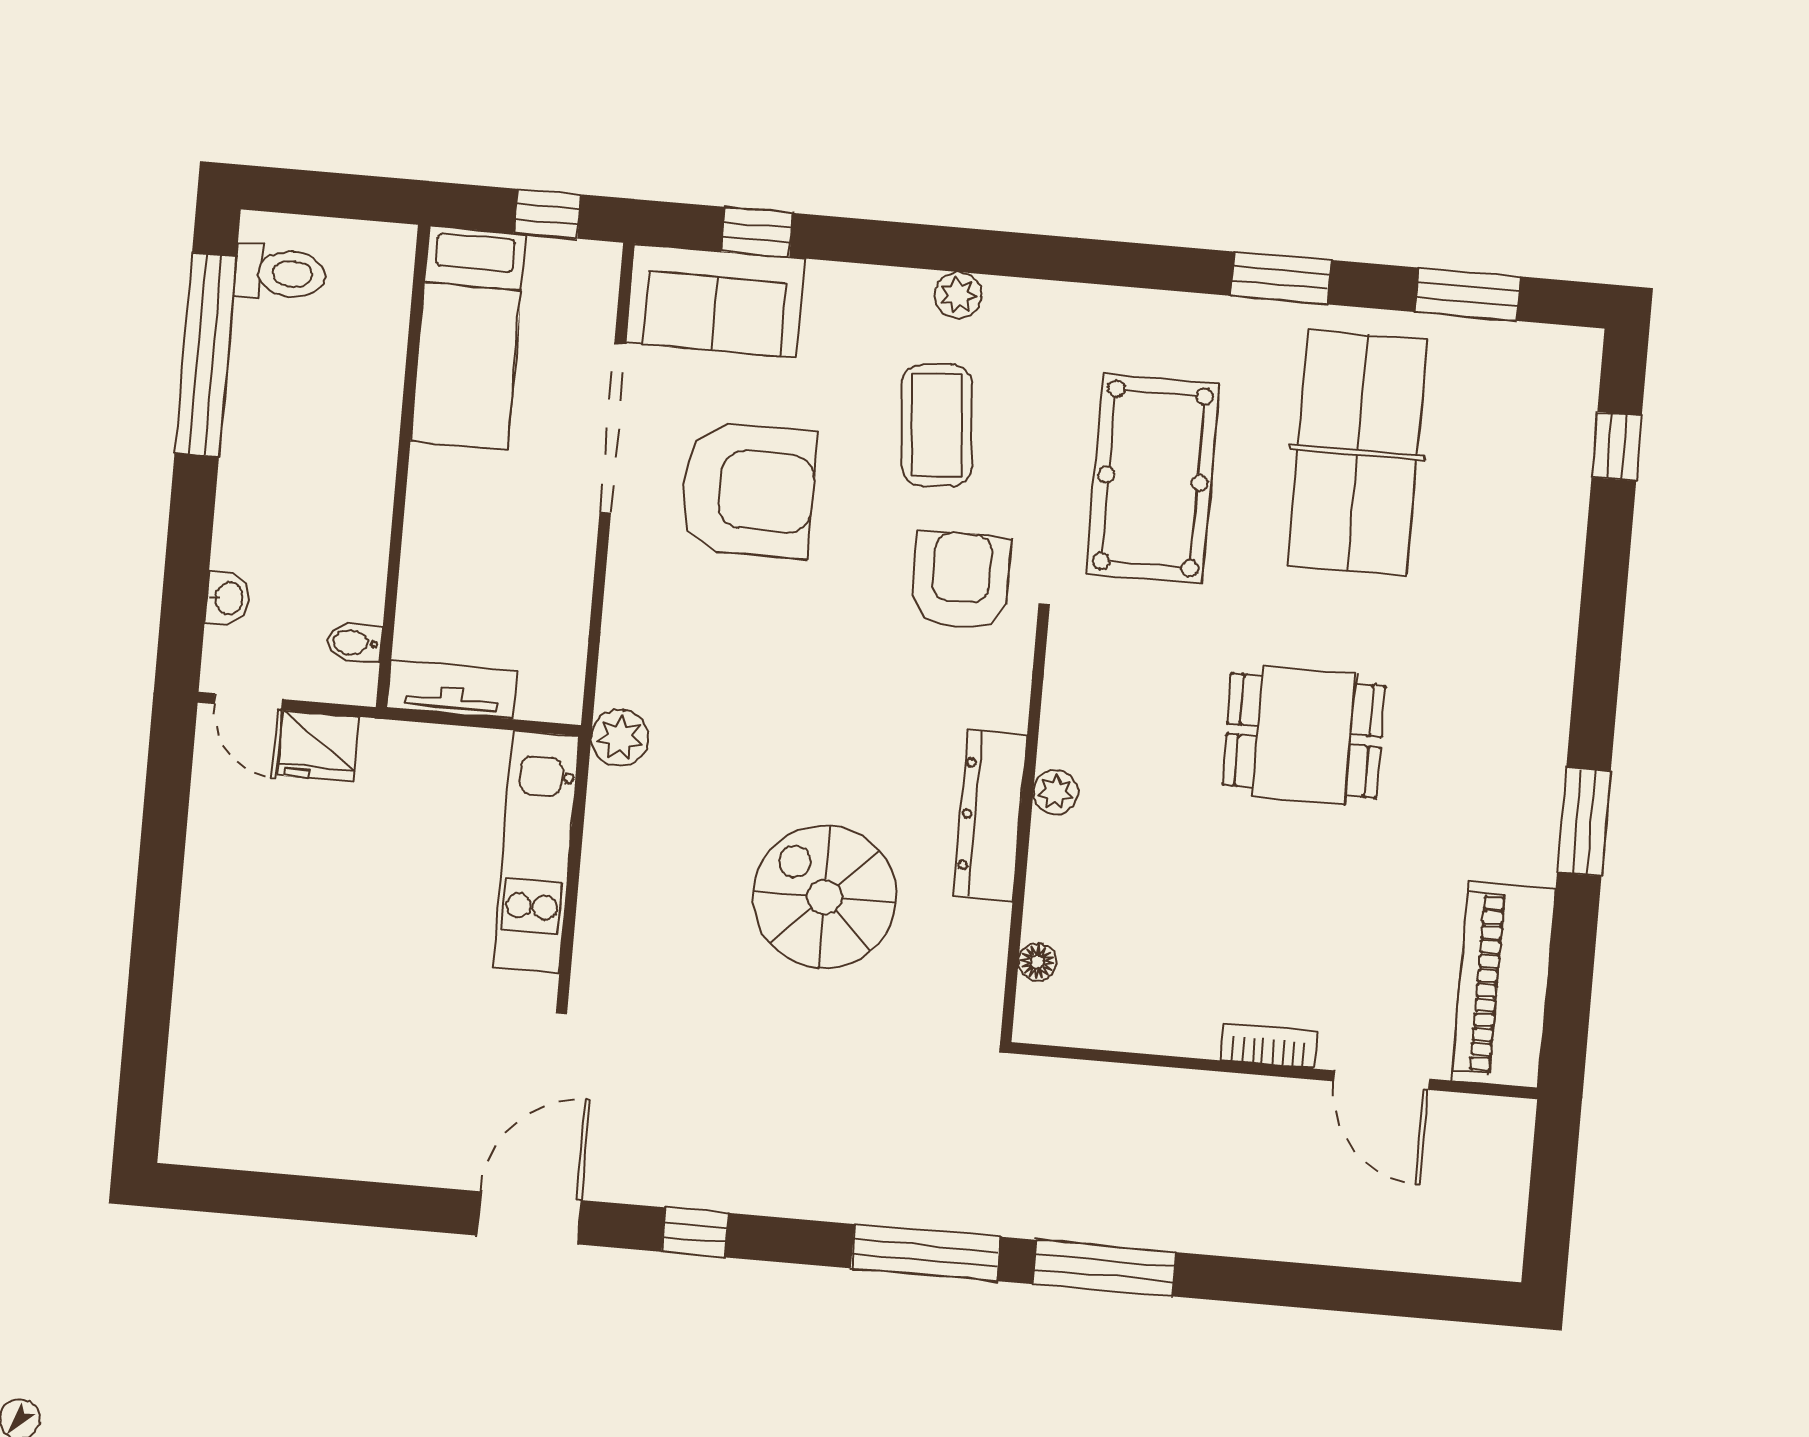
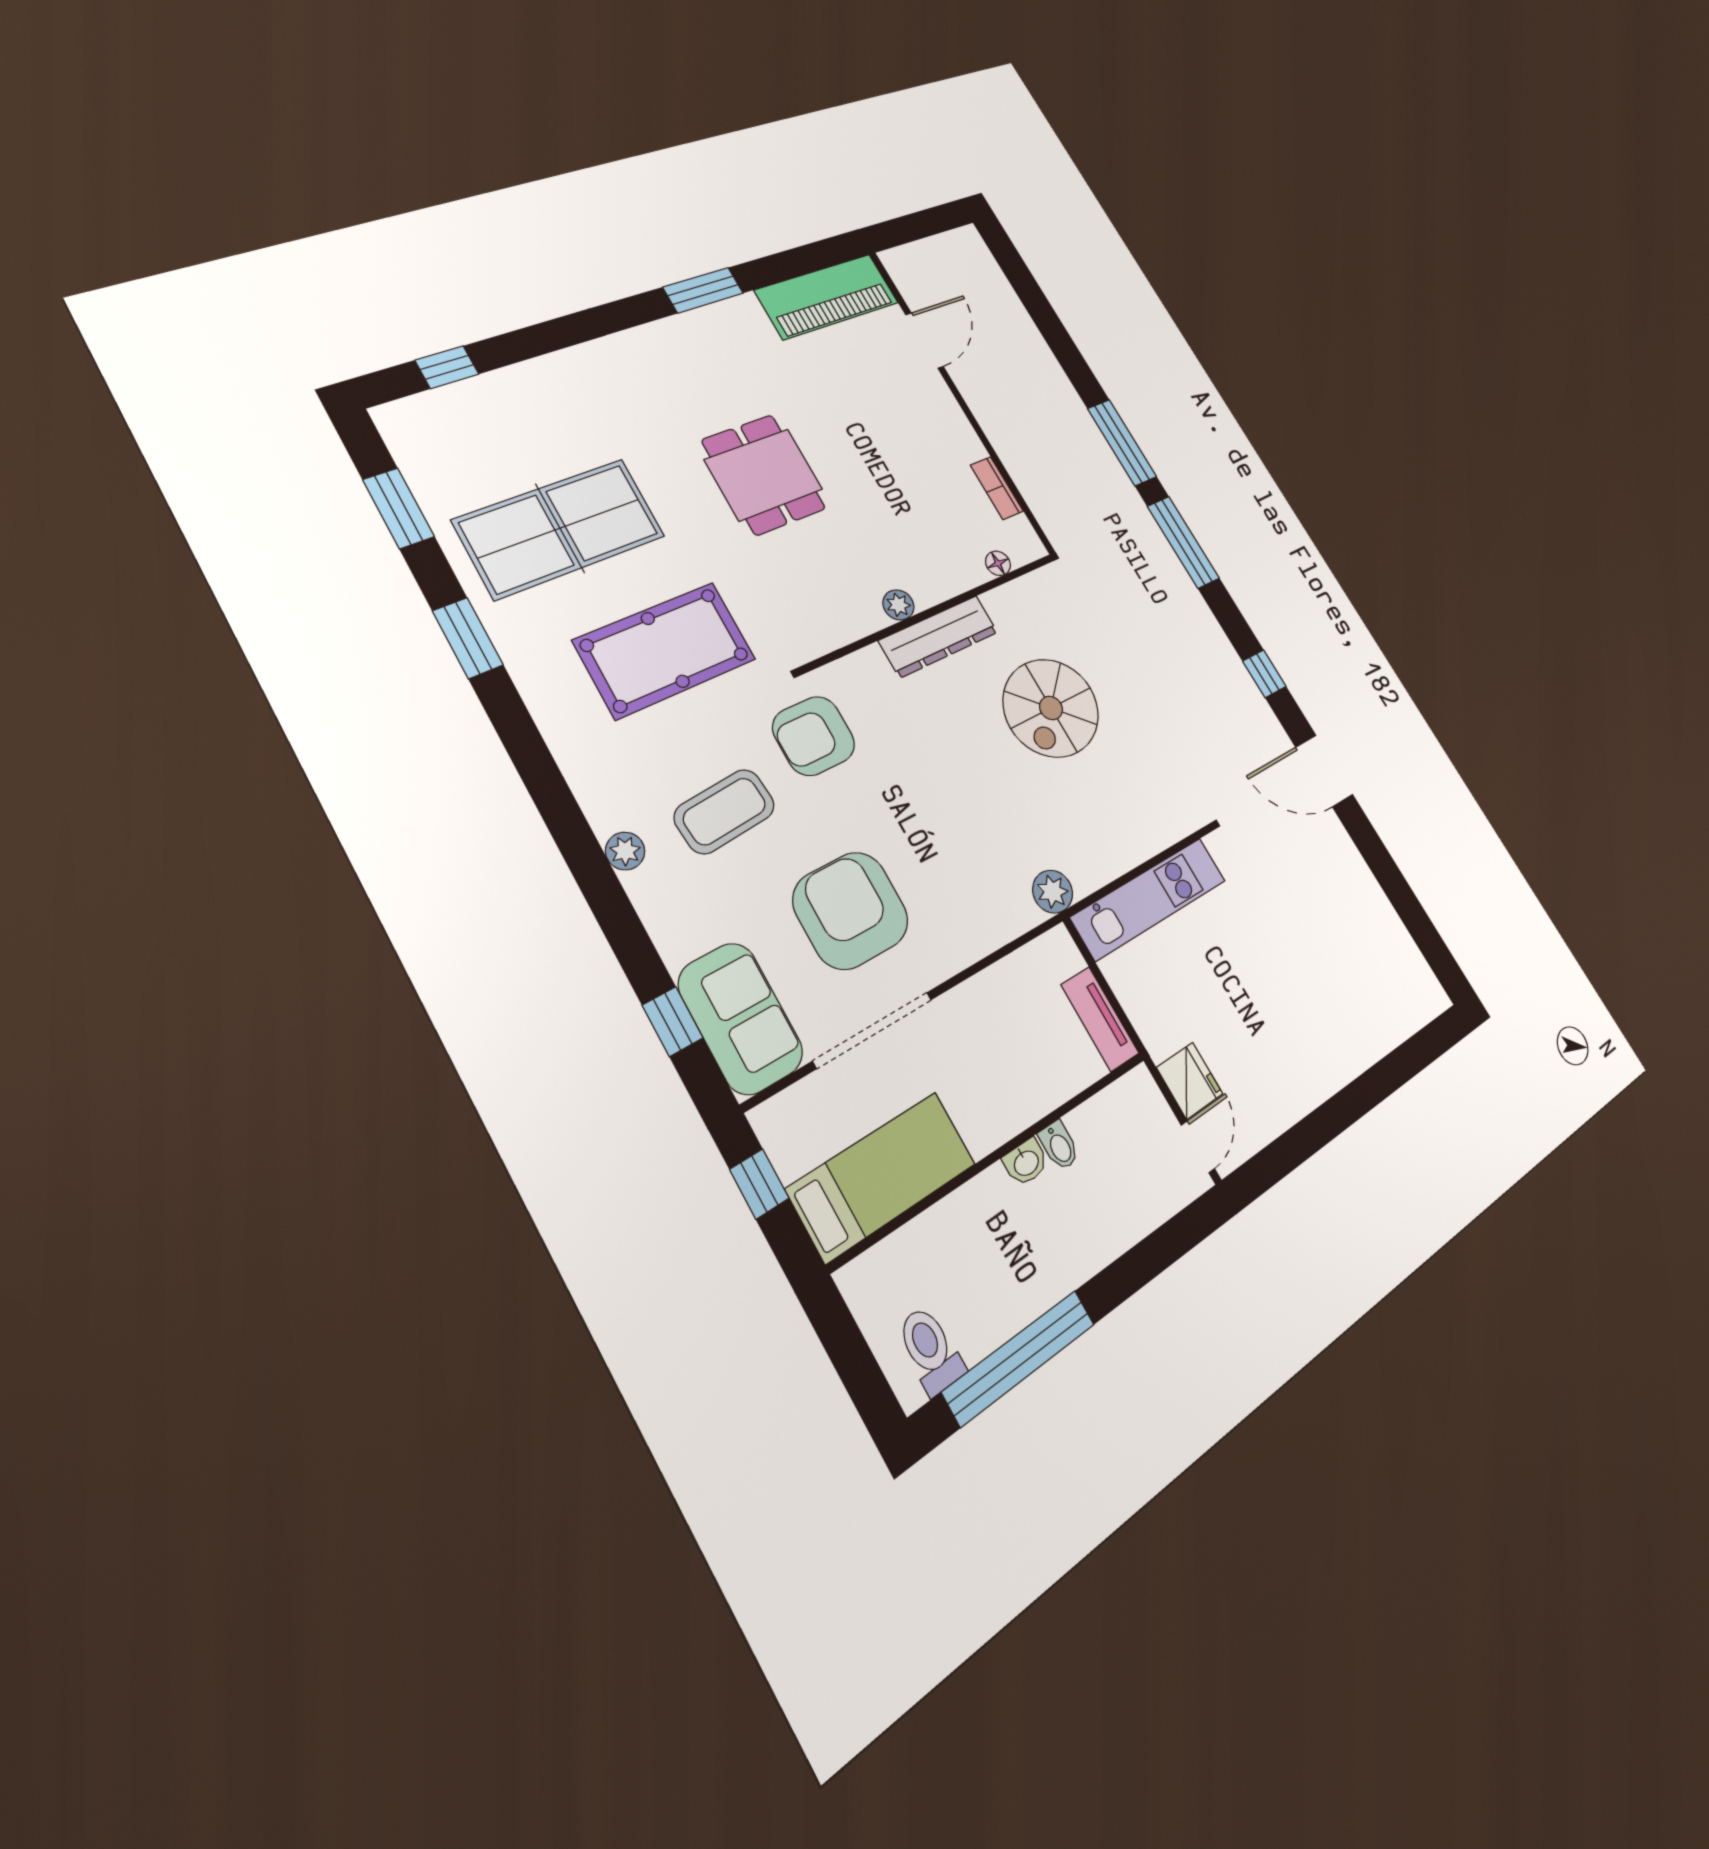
washbasin: (228, 598) -> (1026, 1162), moved, turned 180
bidet: (354, 643) -> (1059, 1145), moved
bookcase: (1269, 1046) -> (997, 488), moved

